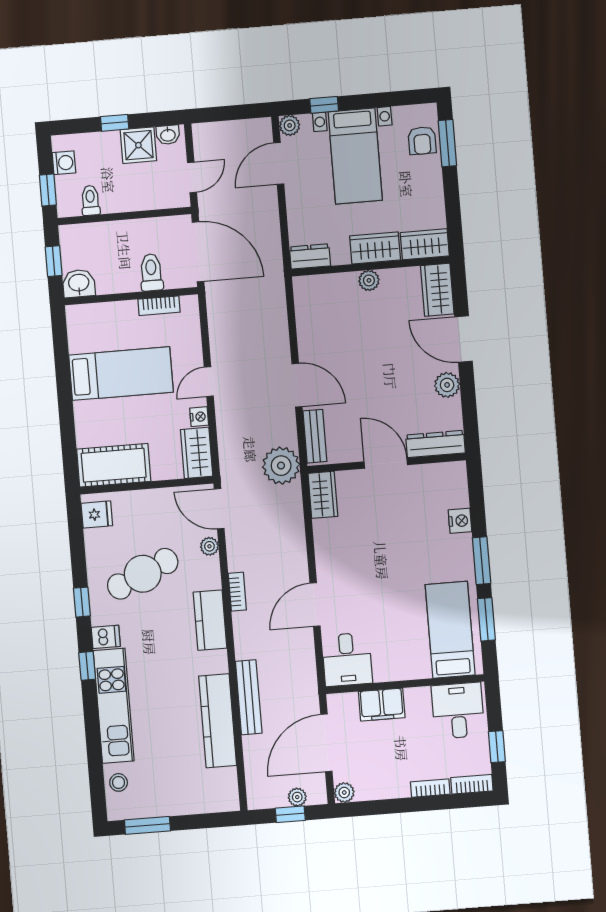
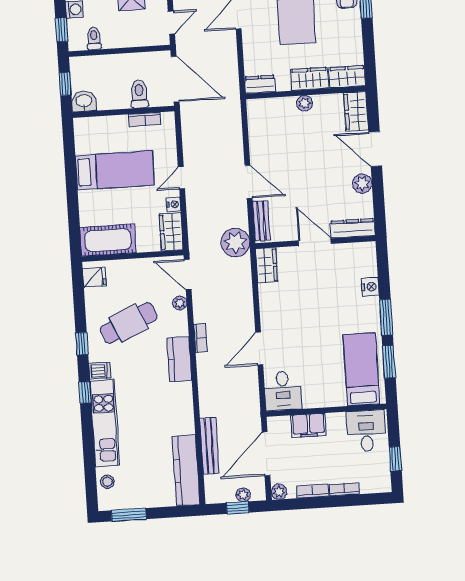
bench: (249, 697) -> (209, 446), moved
kitchen counter: (218, 721) -> (186, 470), moved
bookcase: (472, 784) -> (313, 491), moved

